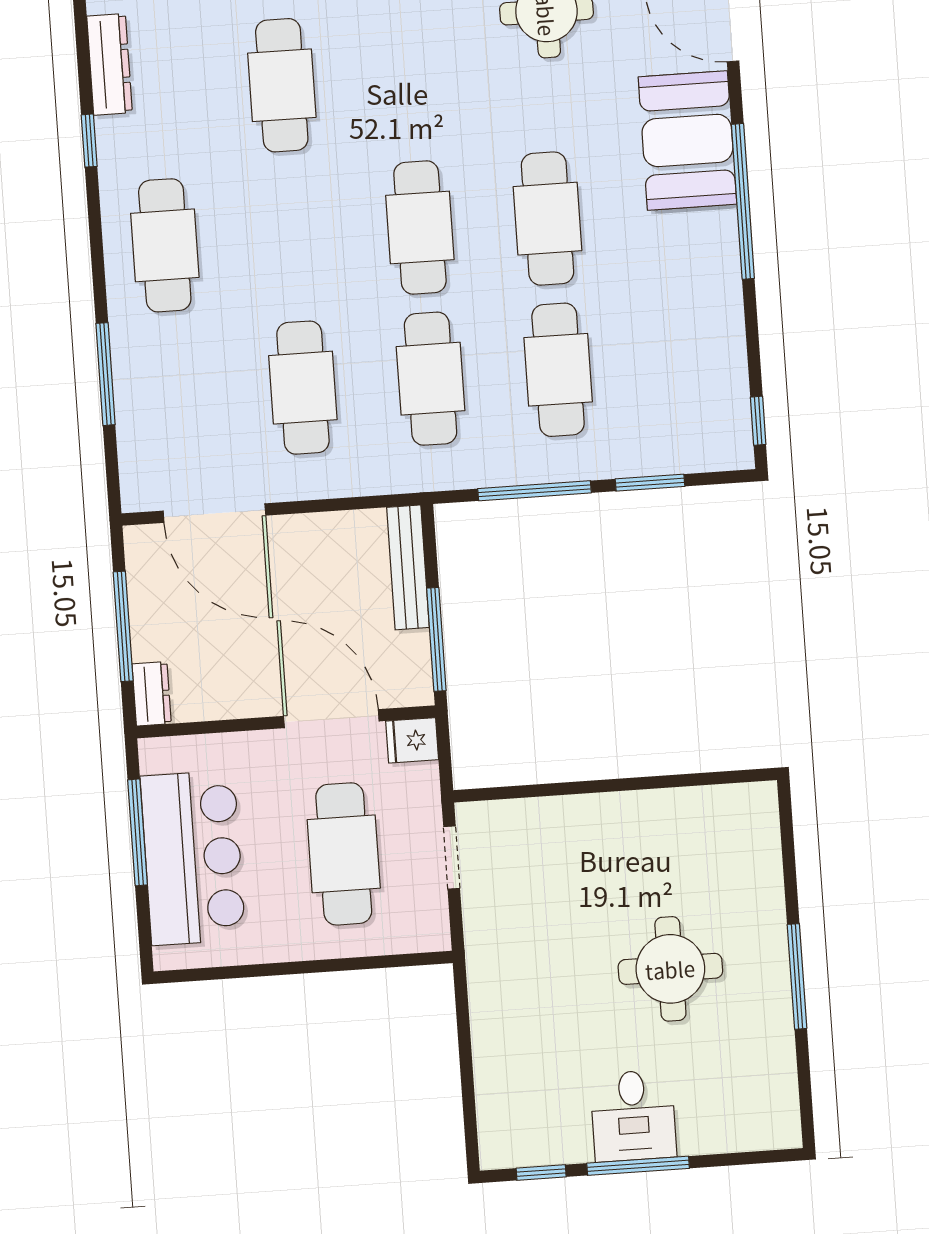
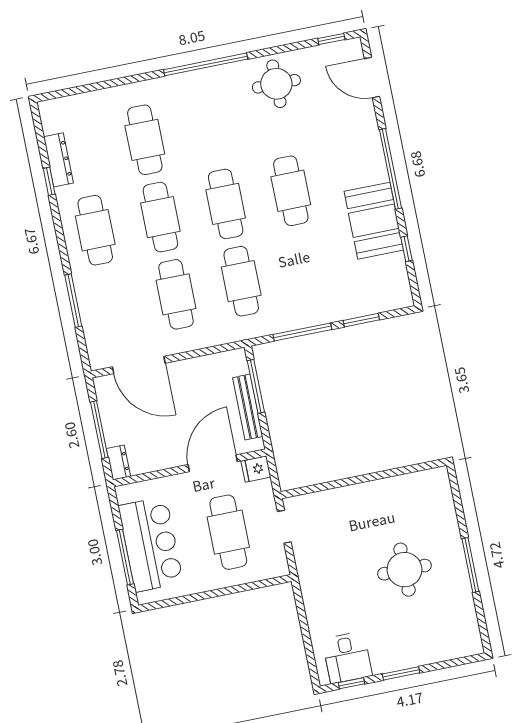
dresser: (109, 64) -> (58, 160), moved
booth: (687, 140) -> (374, 221), moved
cafe table: (558, 370) -> (160, 217), moved
window: (758, 421) -> (407, 249), moved
bench: (408, 567) -> (248, 407), moved
window: (436, 639) -> (256, 386), moved
door: (331, 719) -> (213, 463), hinge flipped
window: (138, 832) -> (125, 557), moved
desk: (633, 1116) -> (347, 657), moved
window: (638, 1166) -> (401, 673), width x0.69

